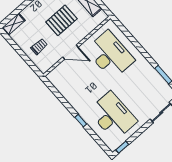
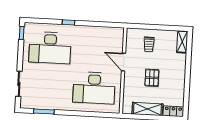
pallet: (61, 20) -> (152, 78), width x0.67, depth x0.71
door: (70, 52) -> (124, 62), hinge flipped

